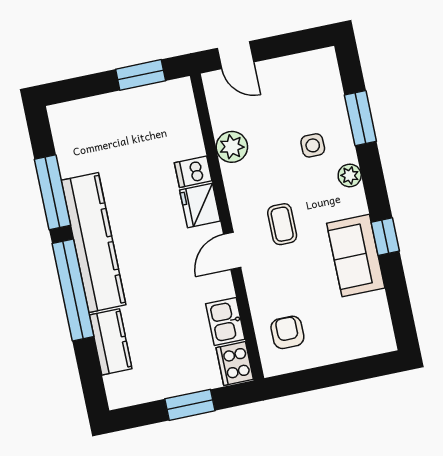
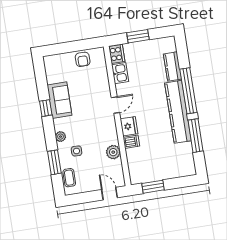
coffee table: (282, 224) -> (69, 178), moved
armchair: (287, 332) -> (83, 59), moved

